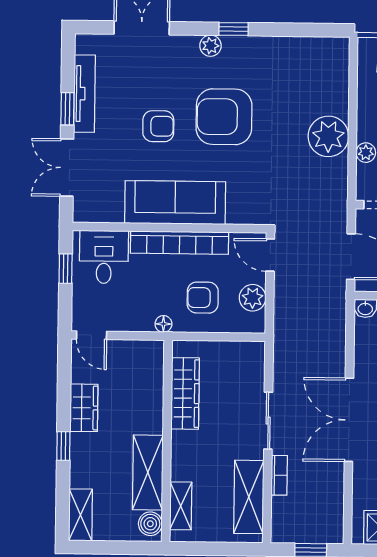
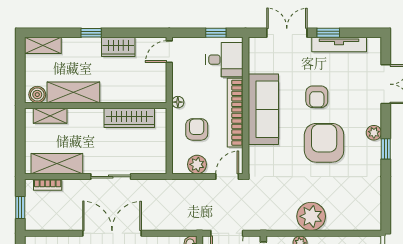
bookcase: (279, 475) -> (48, 185), moved

